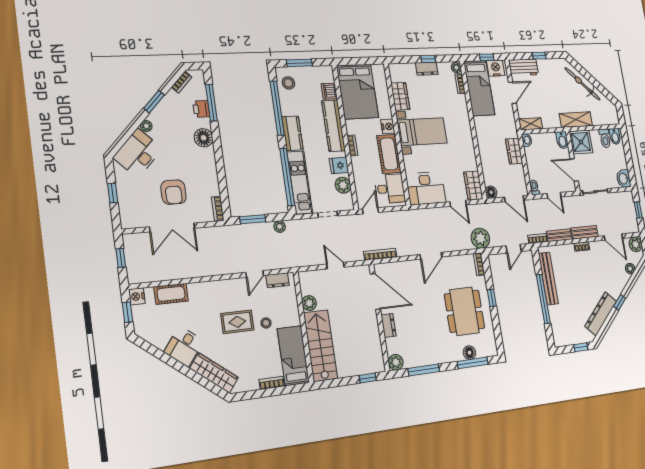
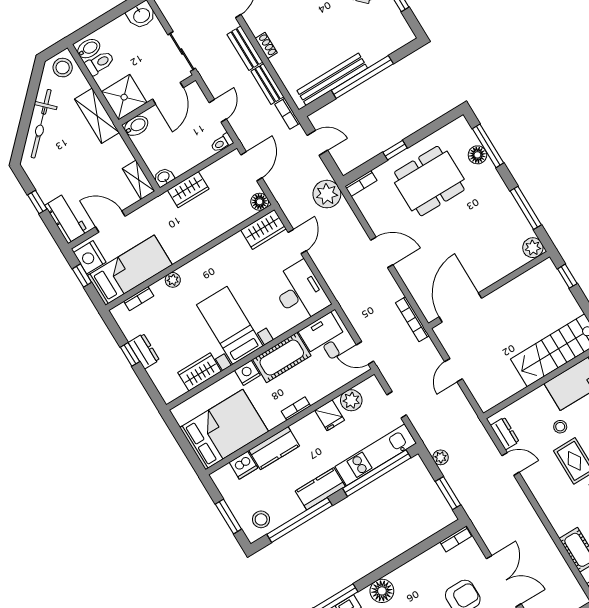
plant: (456, 68) -> (173, 280), moved
stool: (610, 115) -> (63, 68), added
kitchen counter: (333, 126) -> (274, 448), width x0.67
plant: (309, 303) -> (513, 384), removed
dresser: (389, 325) -> (493, 274), removed

